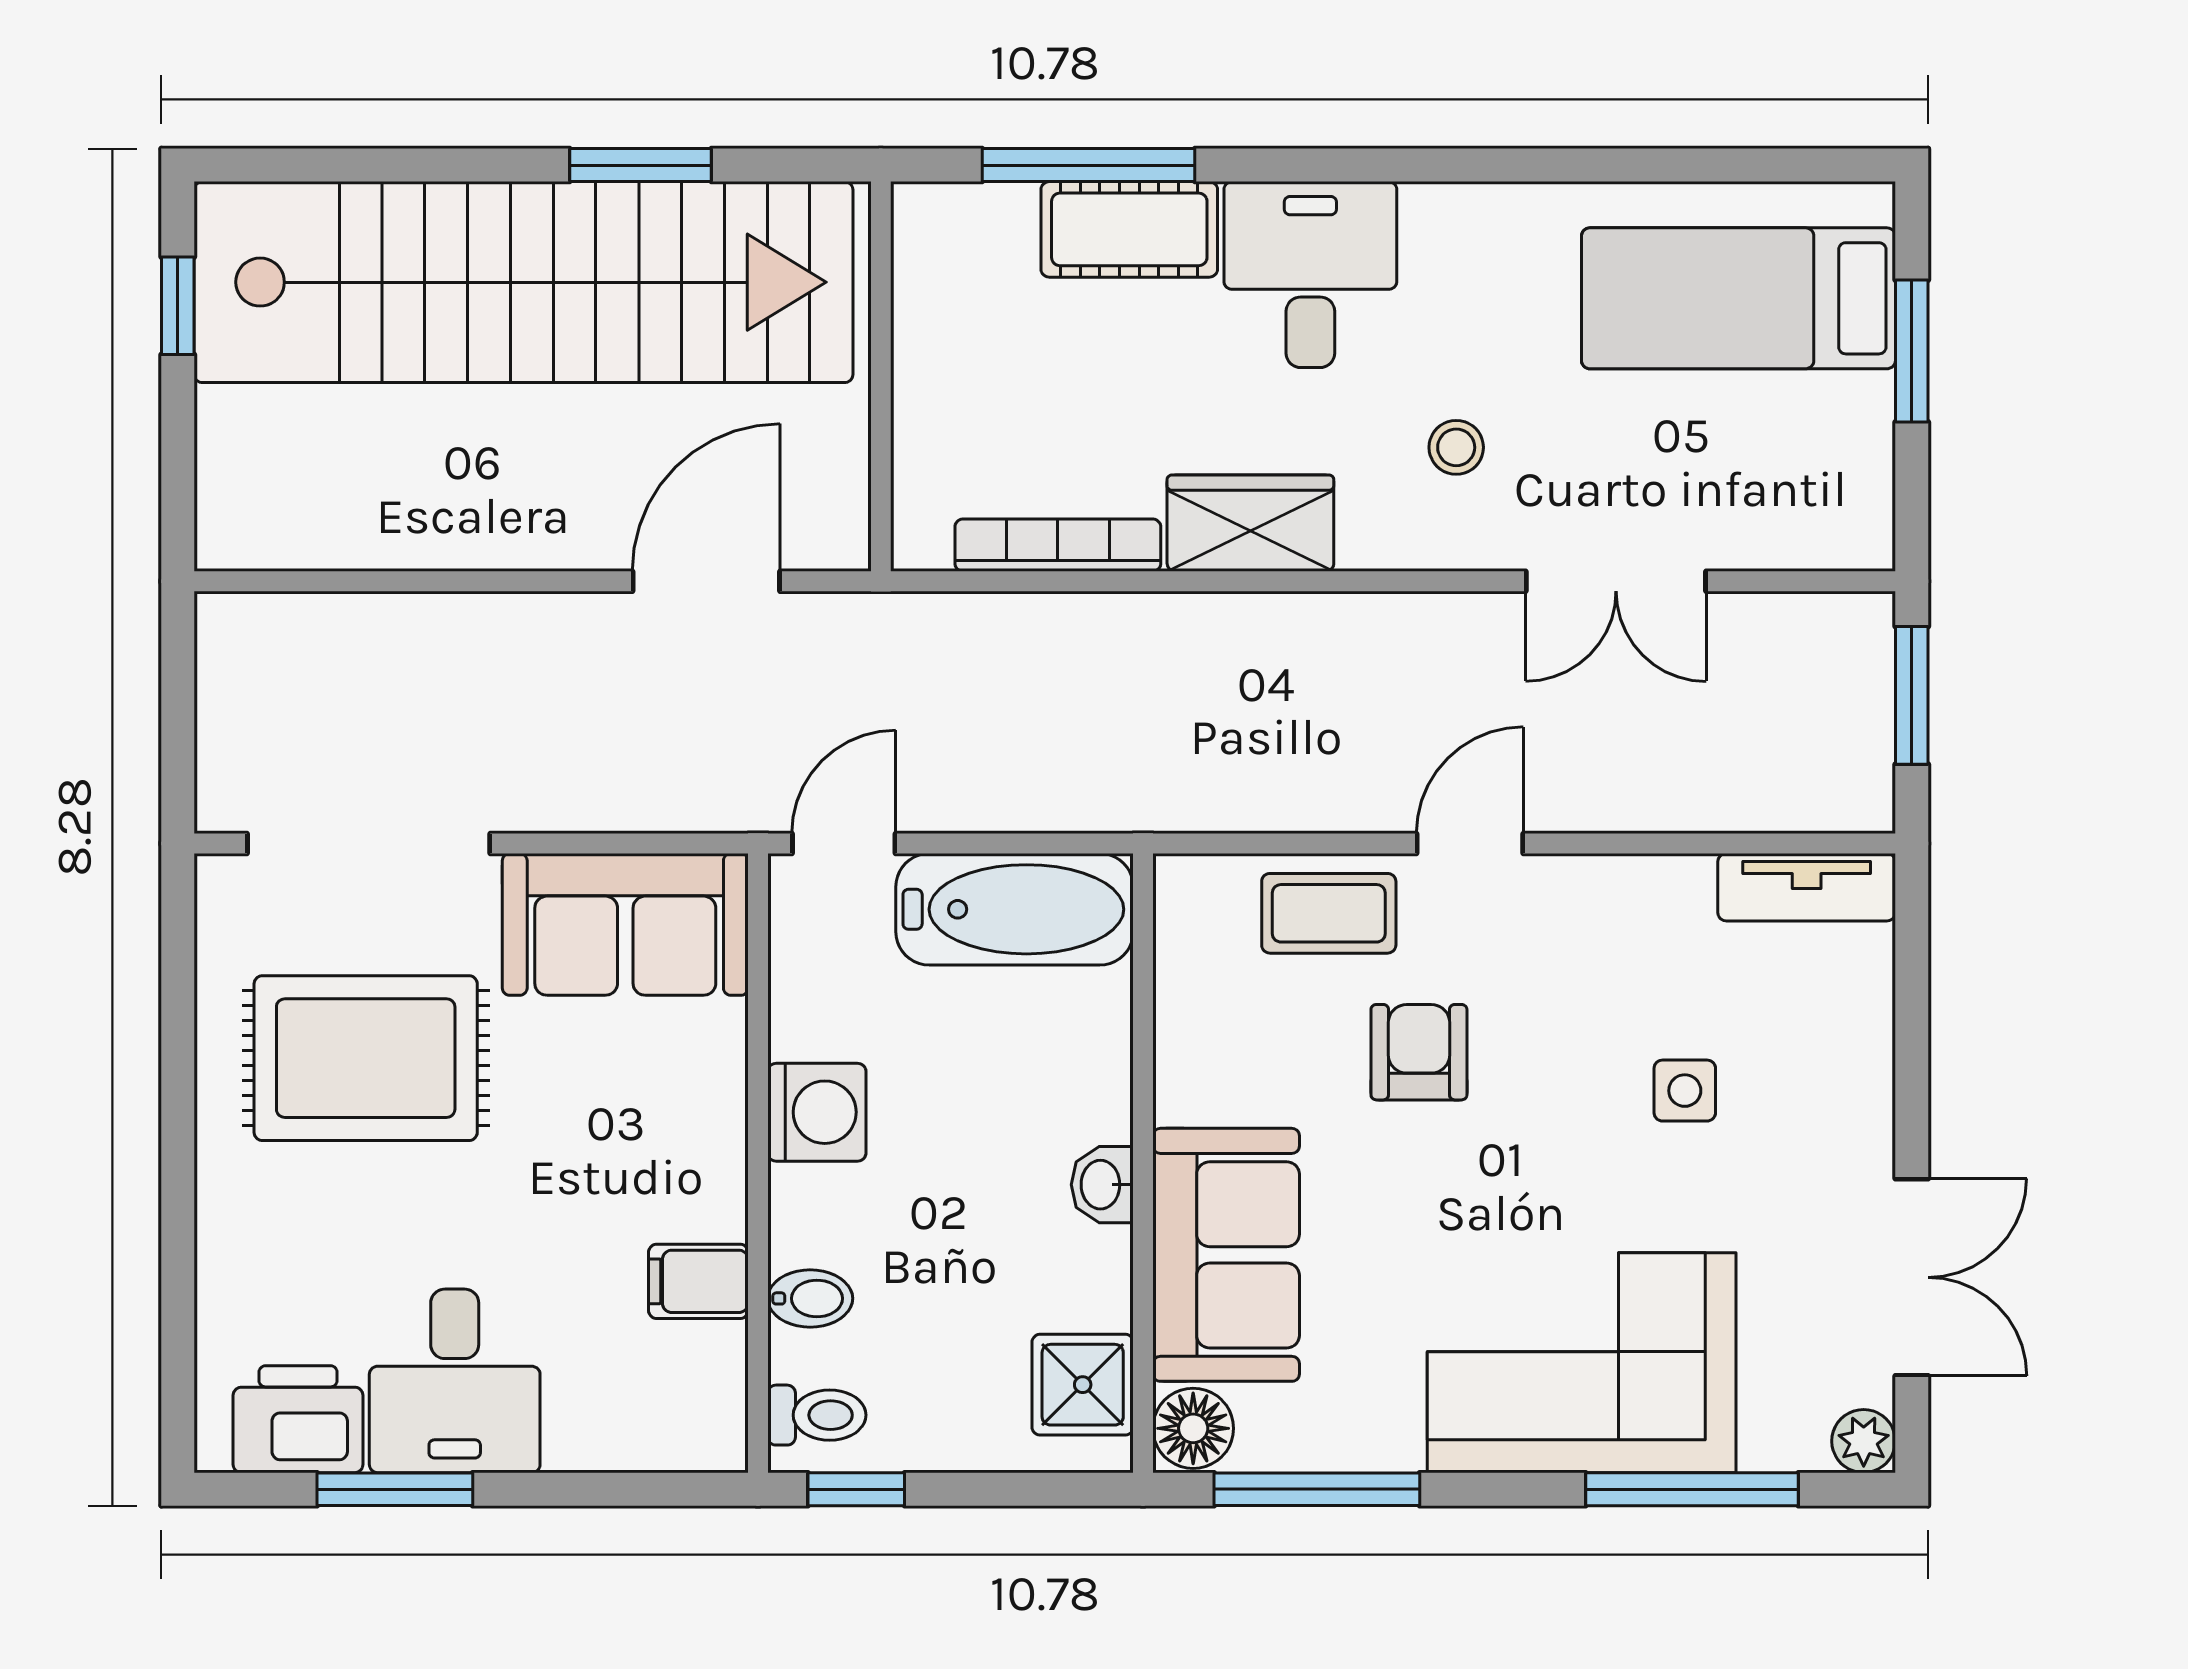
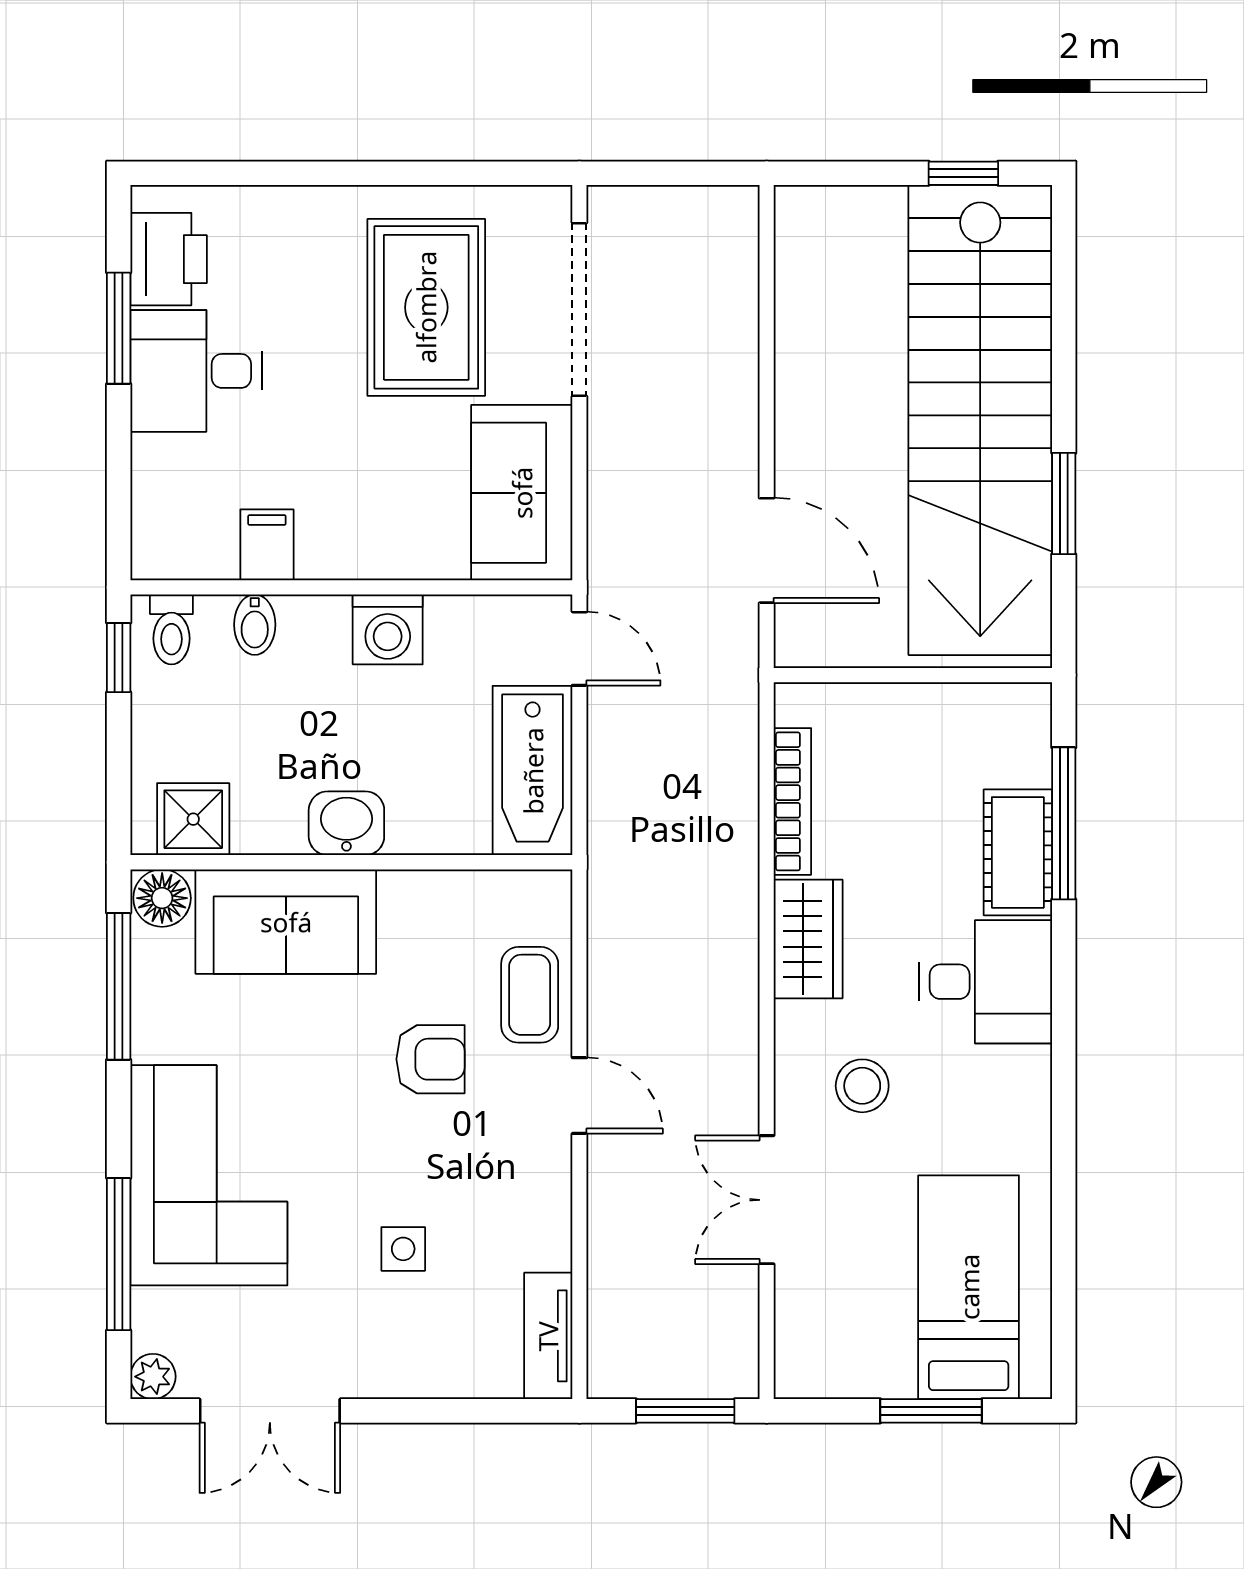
stool: (1456, 447) -> (862, 1086), width x1.37, depth x1.37
washbasin: (1102, 1185) -> (346, 823), width x1.38, depth x1.45

